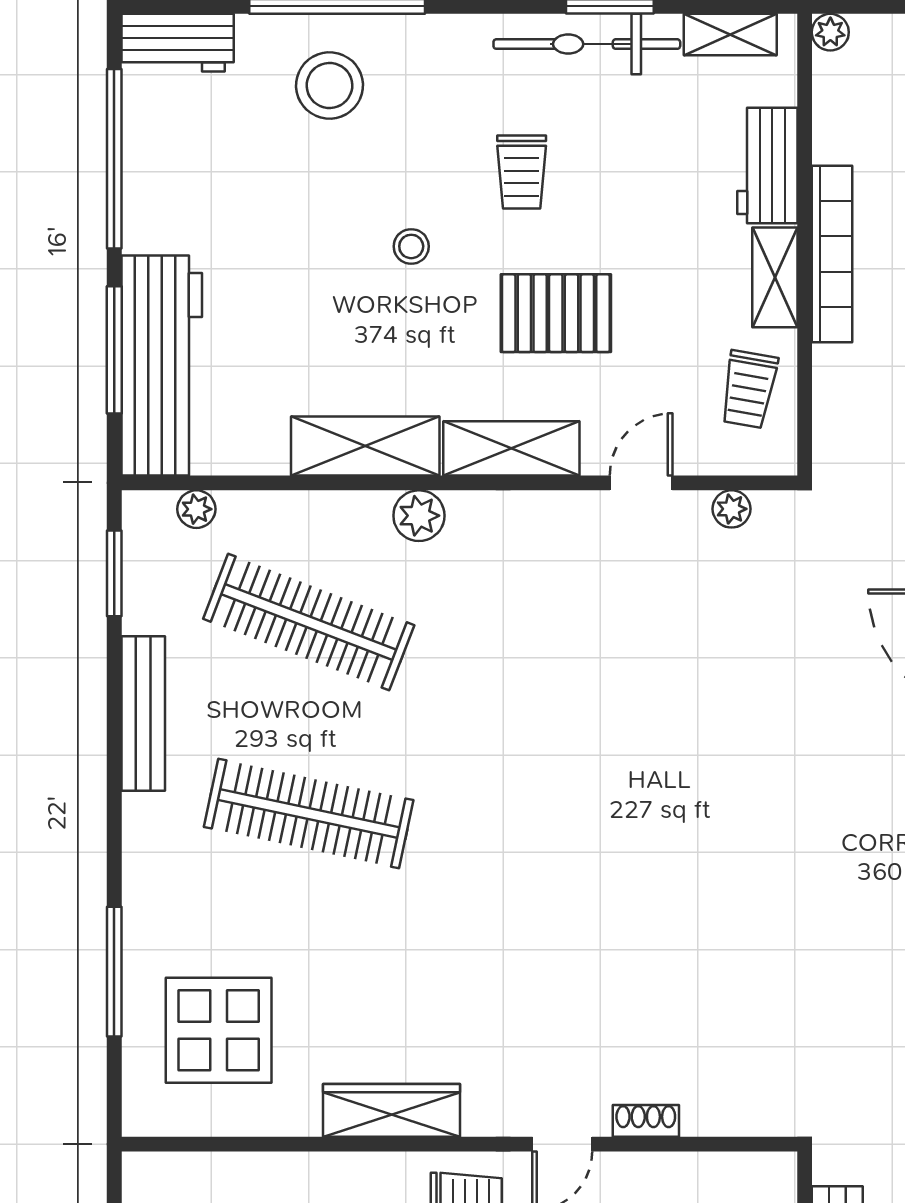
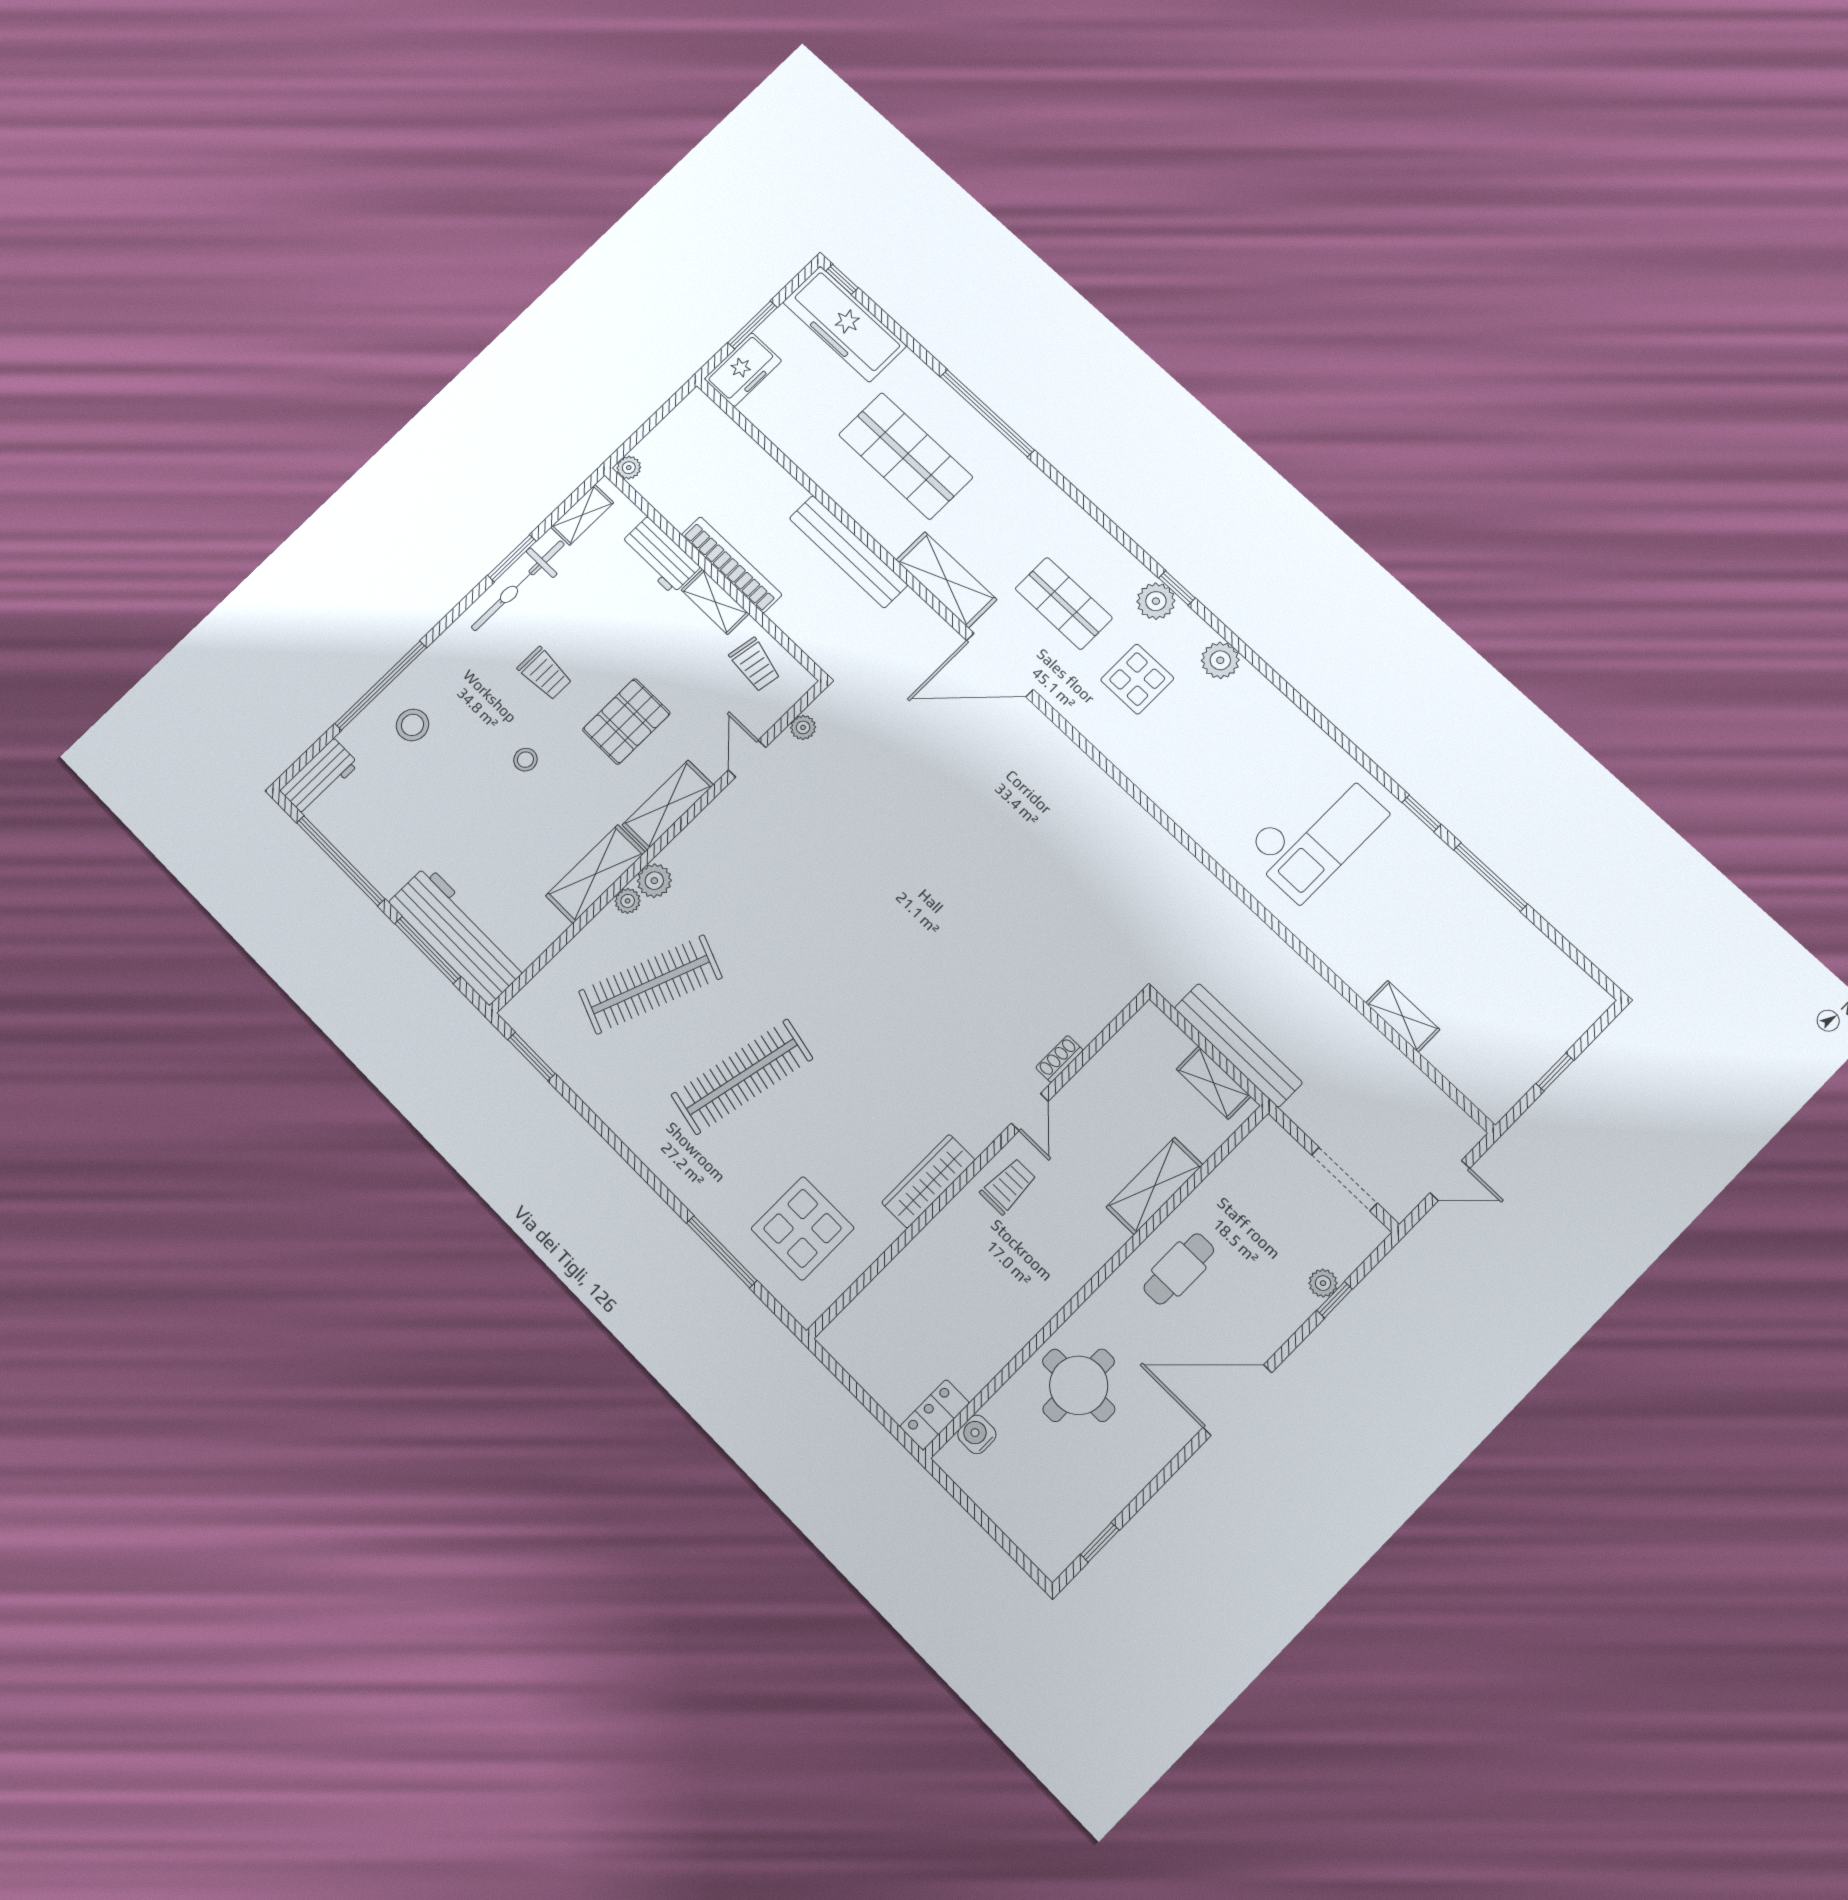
stool: (329, 85) -> (413, 725), width x0.73, depth x0.73
plant: (196, 509) -> (628, 901), moved
bench: (143, 714) -> (612, 1110), removed

